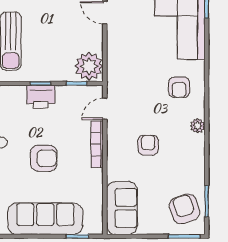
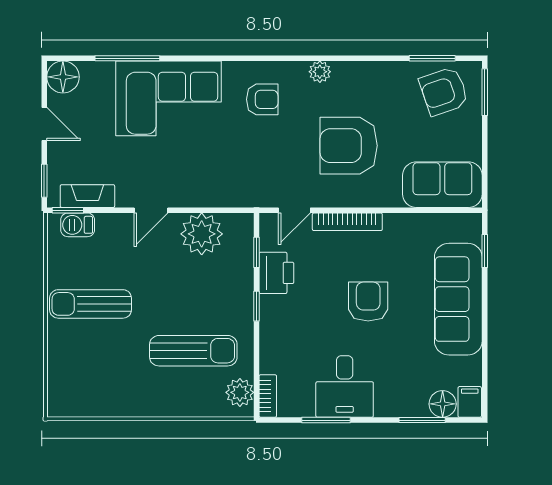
plant: (89, 66) -> (202, 234), moved
printer: (41, 97) -> (276, 273), moved
door: (105, 109) -> (294, 210), hinge flipped
armchair: (148, 145) -> (349, 146), width x1.88, depth x1.88

